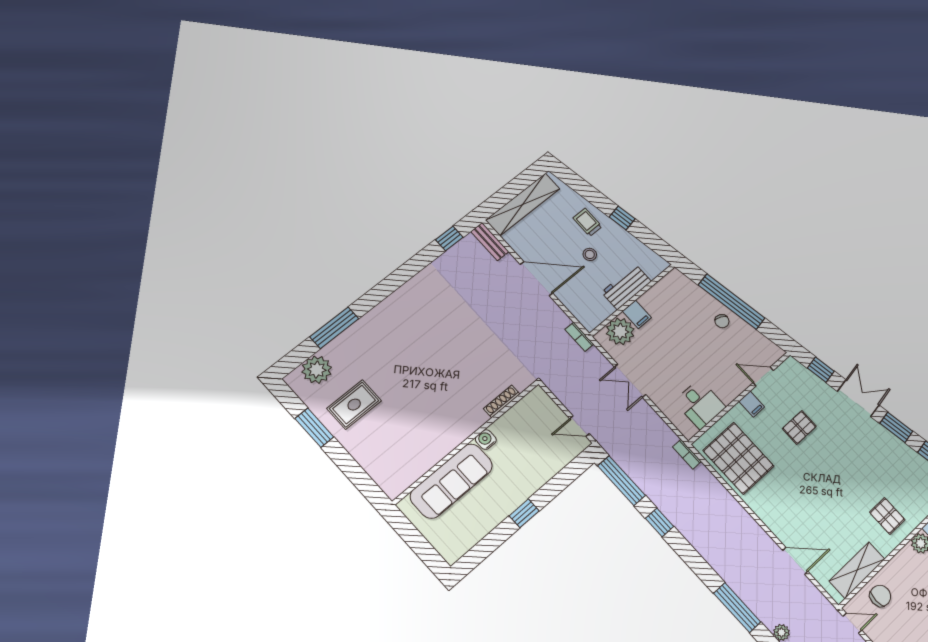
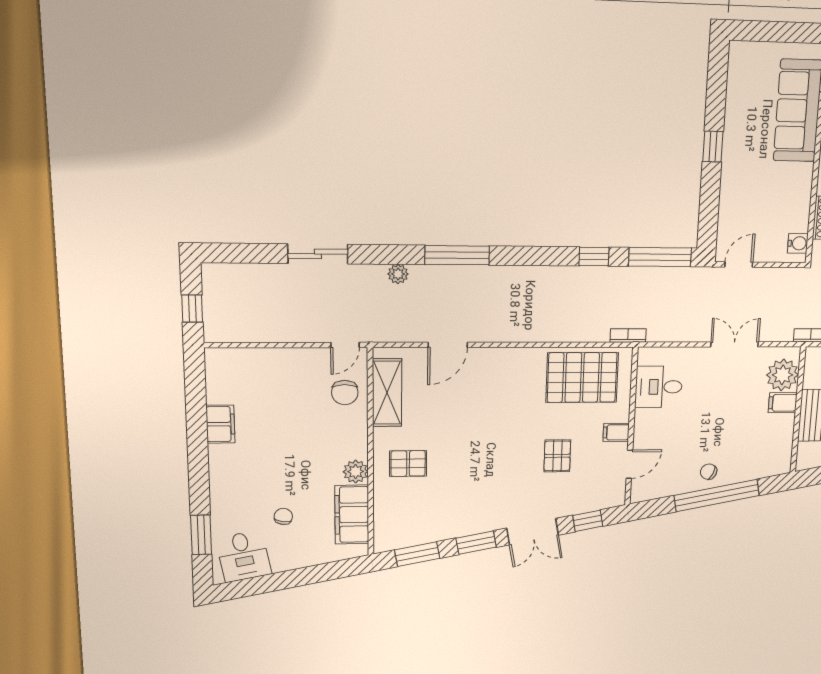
water cooler: (486, 440) -> (798, 243), moved

